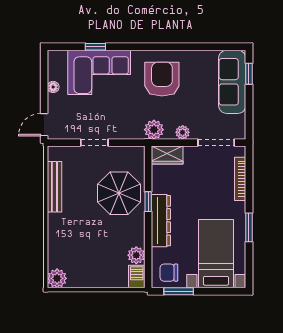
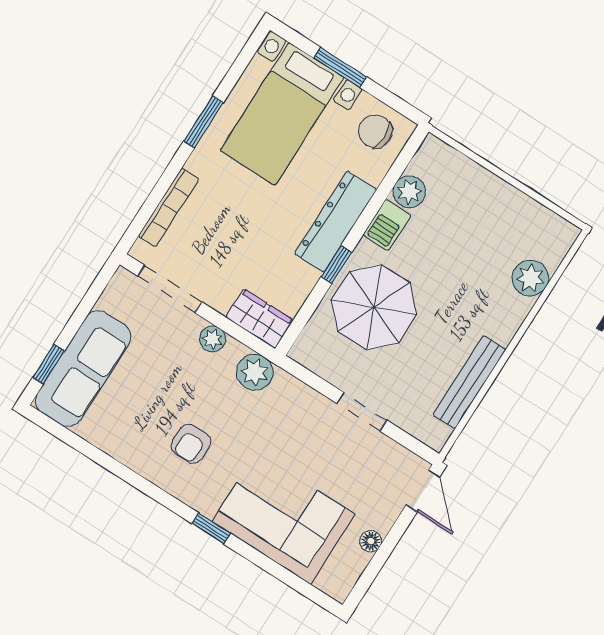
window: (95, 47) -> (211, 528), moved
armchair: (162, 79) -> (191, 444), width x0.53, depth x0.53
door: (44, 125) -> (423, 491), hinge flipped
chair: (169, 273) -> (375, 131), turned 180
barbecue: (137, 277) -> (387, 225), moved
plant: (57, 278) -> (530, 278), moved
window: (179, 291) -> (340, 67), moved

